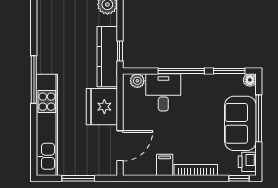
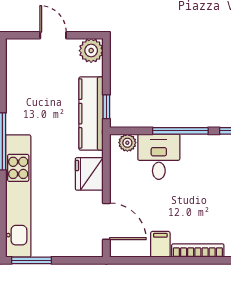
fridge: (102, 107) -> (89, 174), width x0.73, depth x0.75
door: (120, 146) -> (106, 221), hinge flipped
window: (78, 178) -> (31, 260), moved

